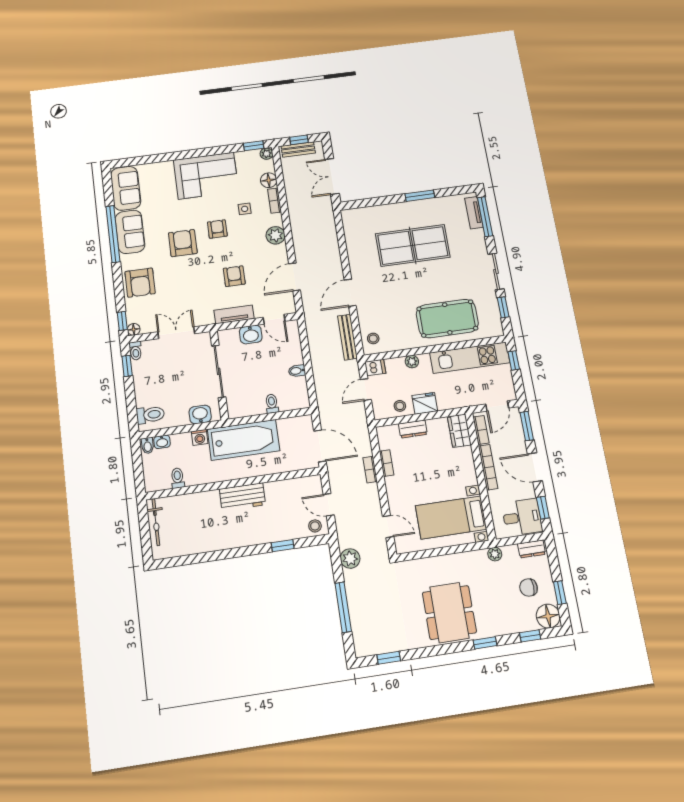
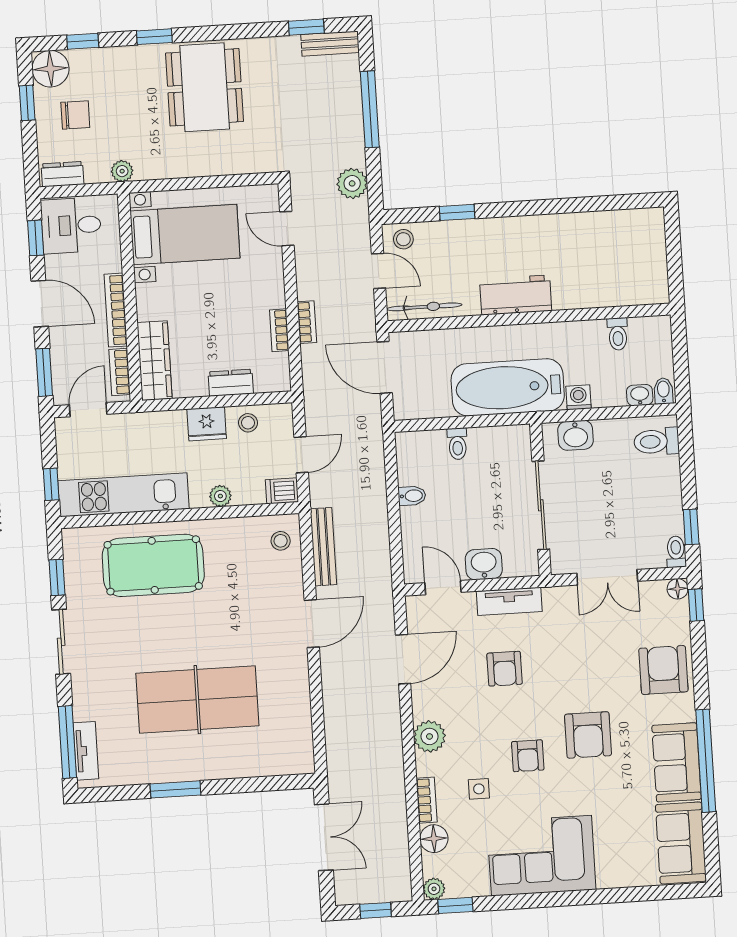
bench: (298, 149) -> (330, 44), moved
wardrobe: (459, 431) -> (155, 361), width x1.50
bicycle: (156, 522) -> (424, 307), moved, turned 90

